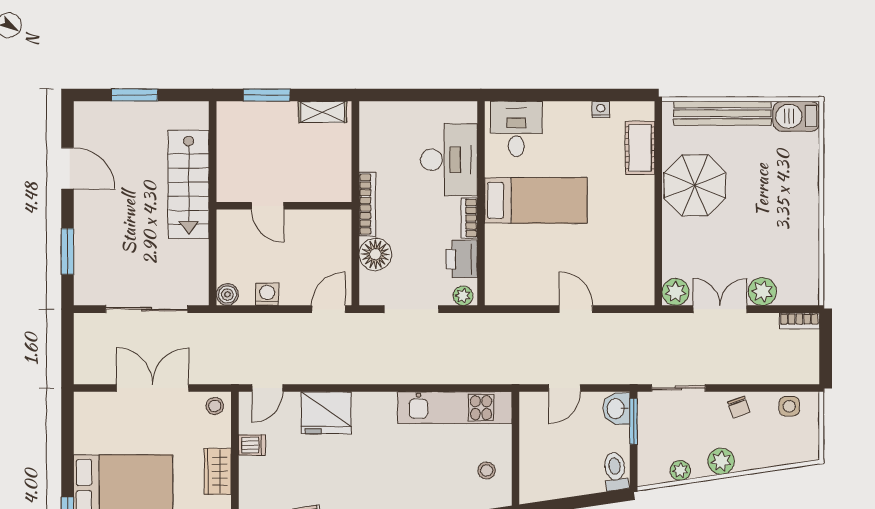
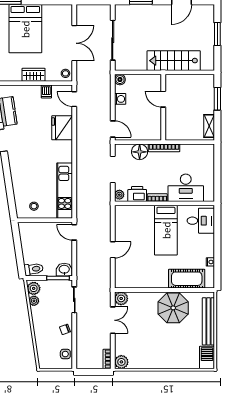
cot: (640, 148) -> (187, 279), width x1.37, depth x1.34
door: (267, 206) -> (163, 99), hinge flipped
plant: (762, 291) -> (121, 362), moved
door: (565, 388) -> (74, 232), moved
plant: (721, 461) -> (34, 288), moved

